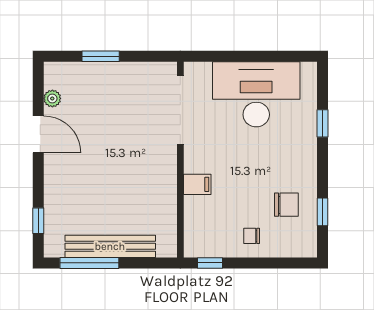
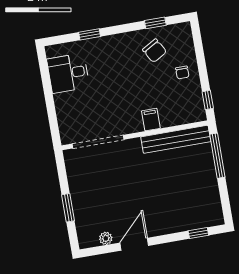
desk: (256, 94) -> (68, 73), width x0.53, depth x0.77
chair: (286, 205) -> (155, 51), turned 150
bench: (110, 246) -> (176, 139), moved, turned 90
window: (89, 263) -> (217, 156), moved

